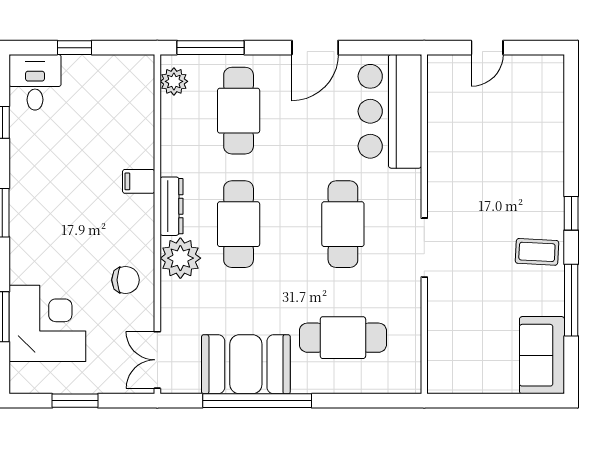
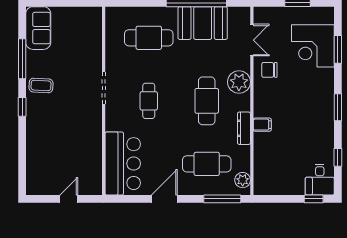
window: (74, 48) -> (314, 199), moved
cafe table: (239, 111) -> (207, 164), turned 90
dresser: (171, 206) -> (244, 128), moved
cafe table: (343, 224) -> (149, 101), width x0.73, depth x0.74
double door: (157, 360) -> (252, 40), moved

